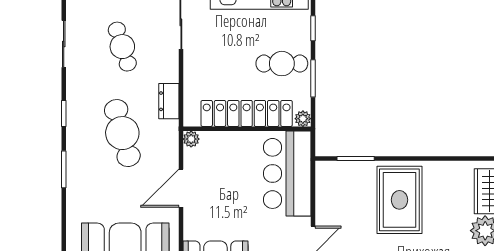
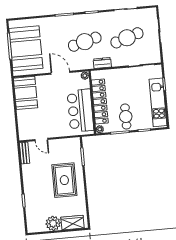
cafe table: (122, 47) -> (127, 38), width x1.37, depth x1.35
bar counter: (287, 173) -> (80, 111), moved, turned -90
rug: (399, 200) -> (64, 180), turned 90

